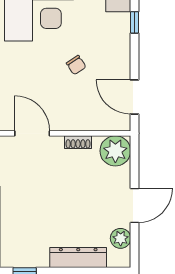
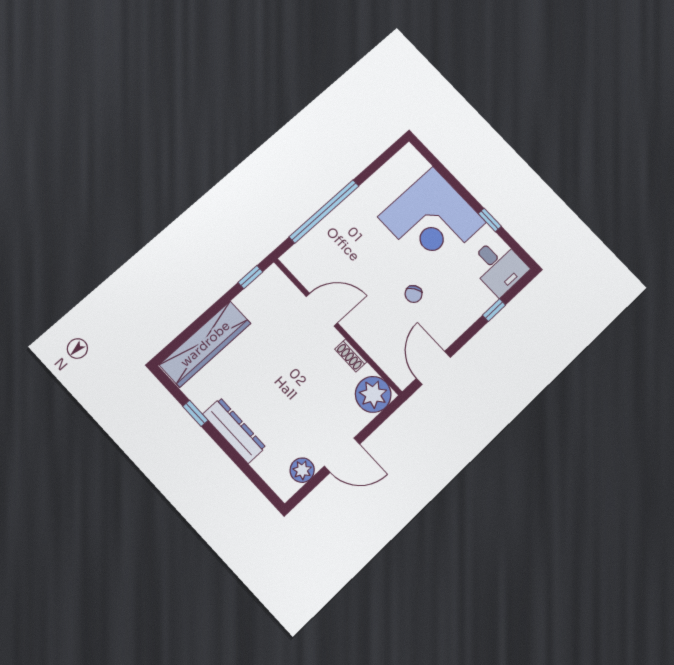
door: (32, 133) -> (322, 310), hinge flipped
dresser: (78, 257) -> (234, 431), moved

